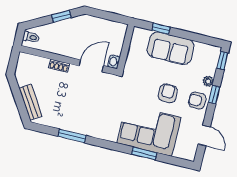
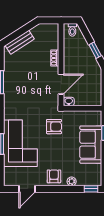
door: (91, 66) -> (61, 84), hinge flipped
armchair: (168, 93) -> (54, 127), moved
window: (214, 95) -> (62, 189), removed

